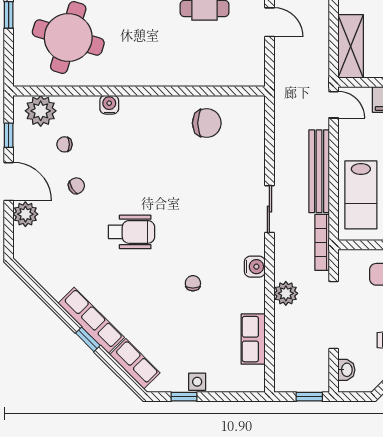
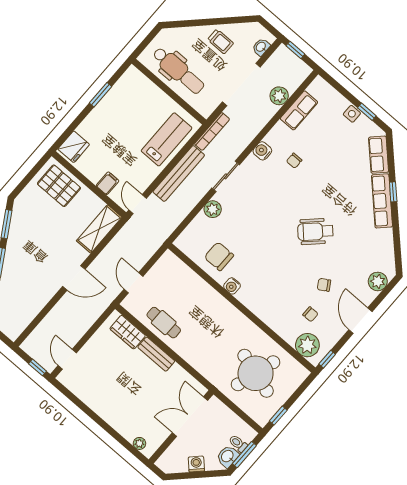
water cooler: (109, 105) -> (232, 286), moved
window: (9, 135) -> (327, 359), moved
plant: (254, 165) -> (213, 209), added
plant: (25, 214) -> (378, 281), moved
wheelchair: (131, 232) -> (315, 231), turned -44
chair: (193, 283) -> (294, 161), moved
plant: (286, 293) -> (279, 96), moved

